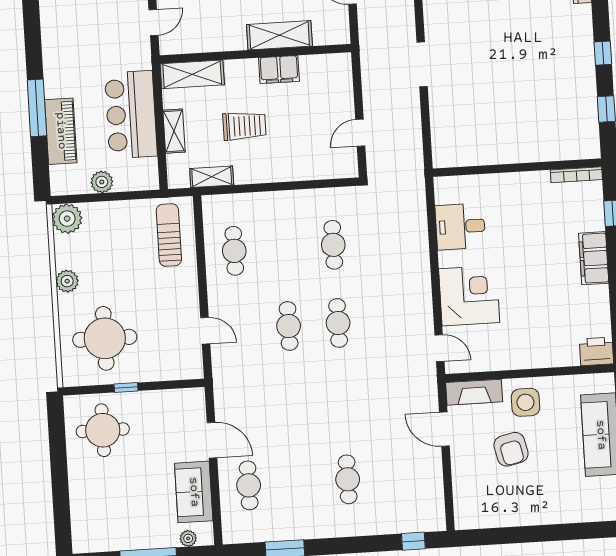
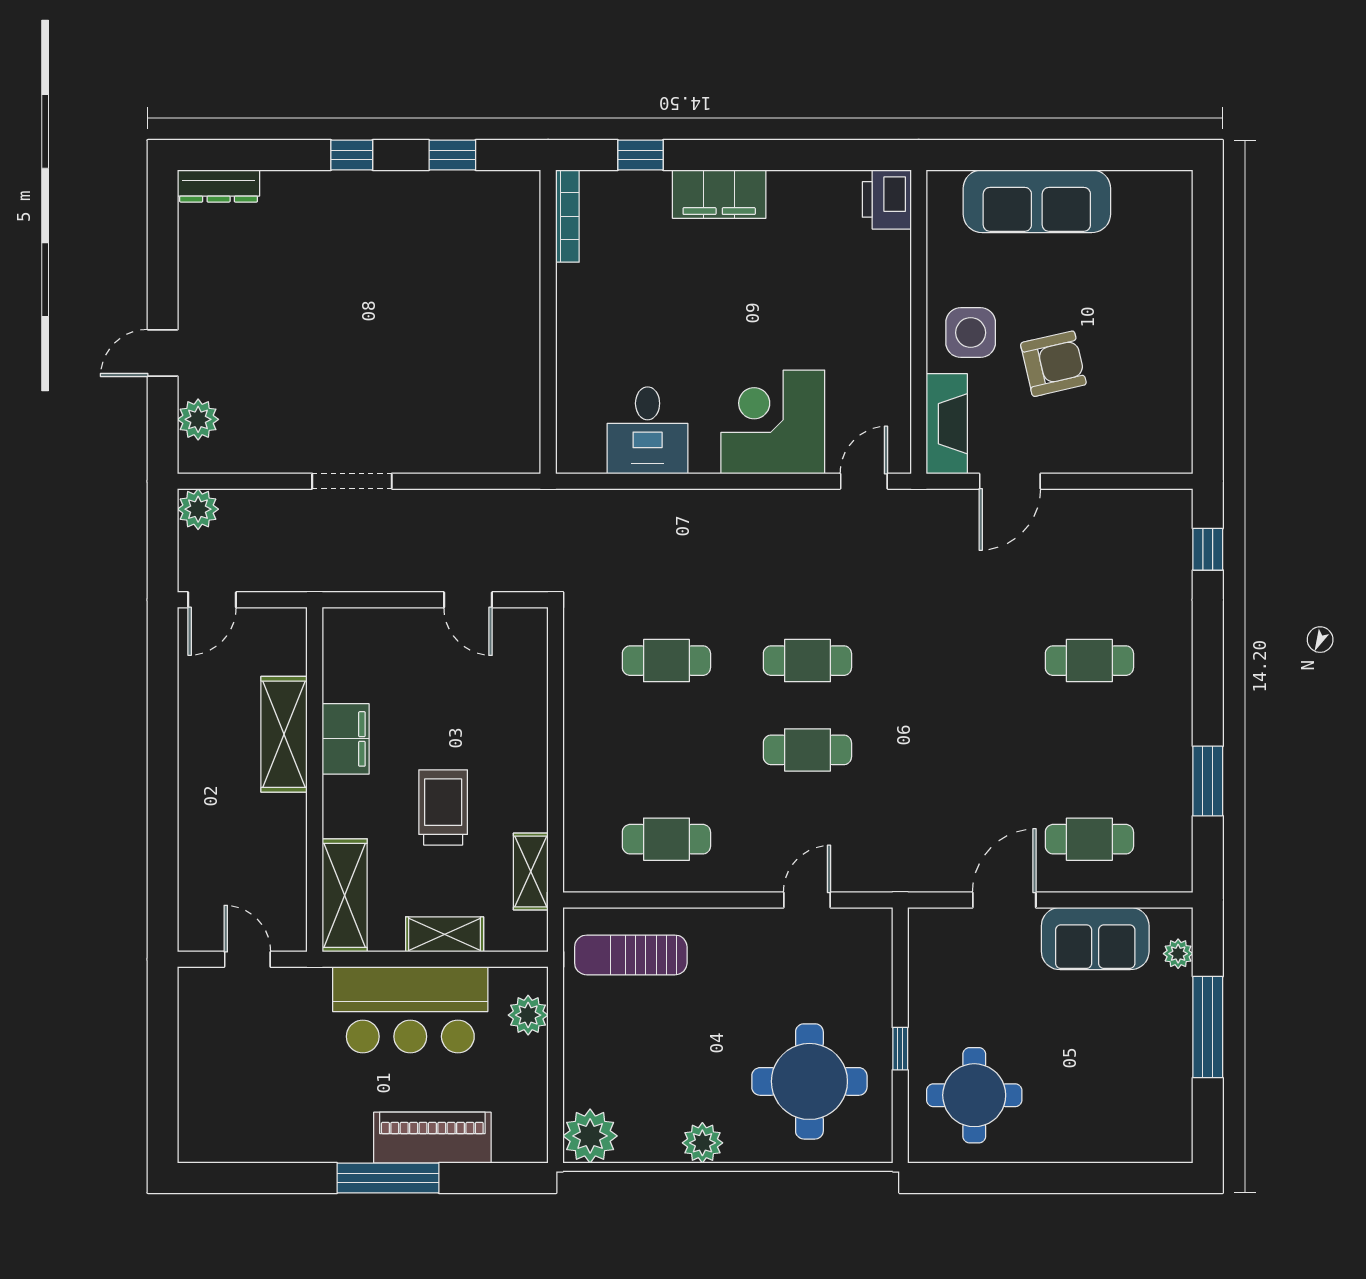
plant: (102, 182) -> (528, 1015), moved

